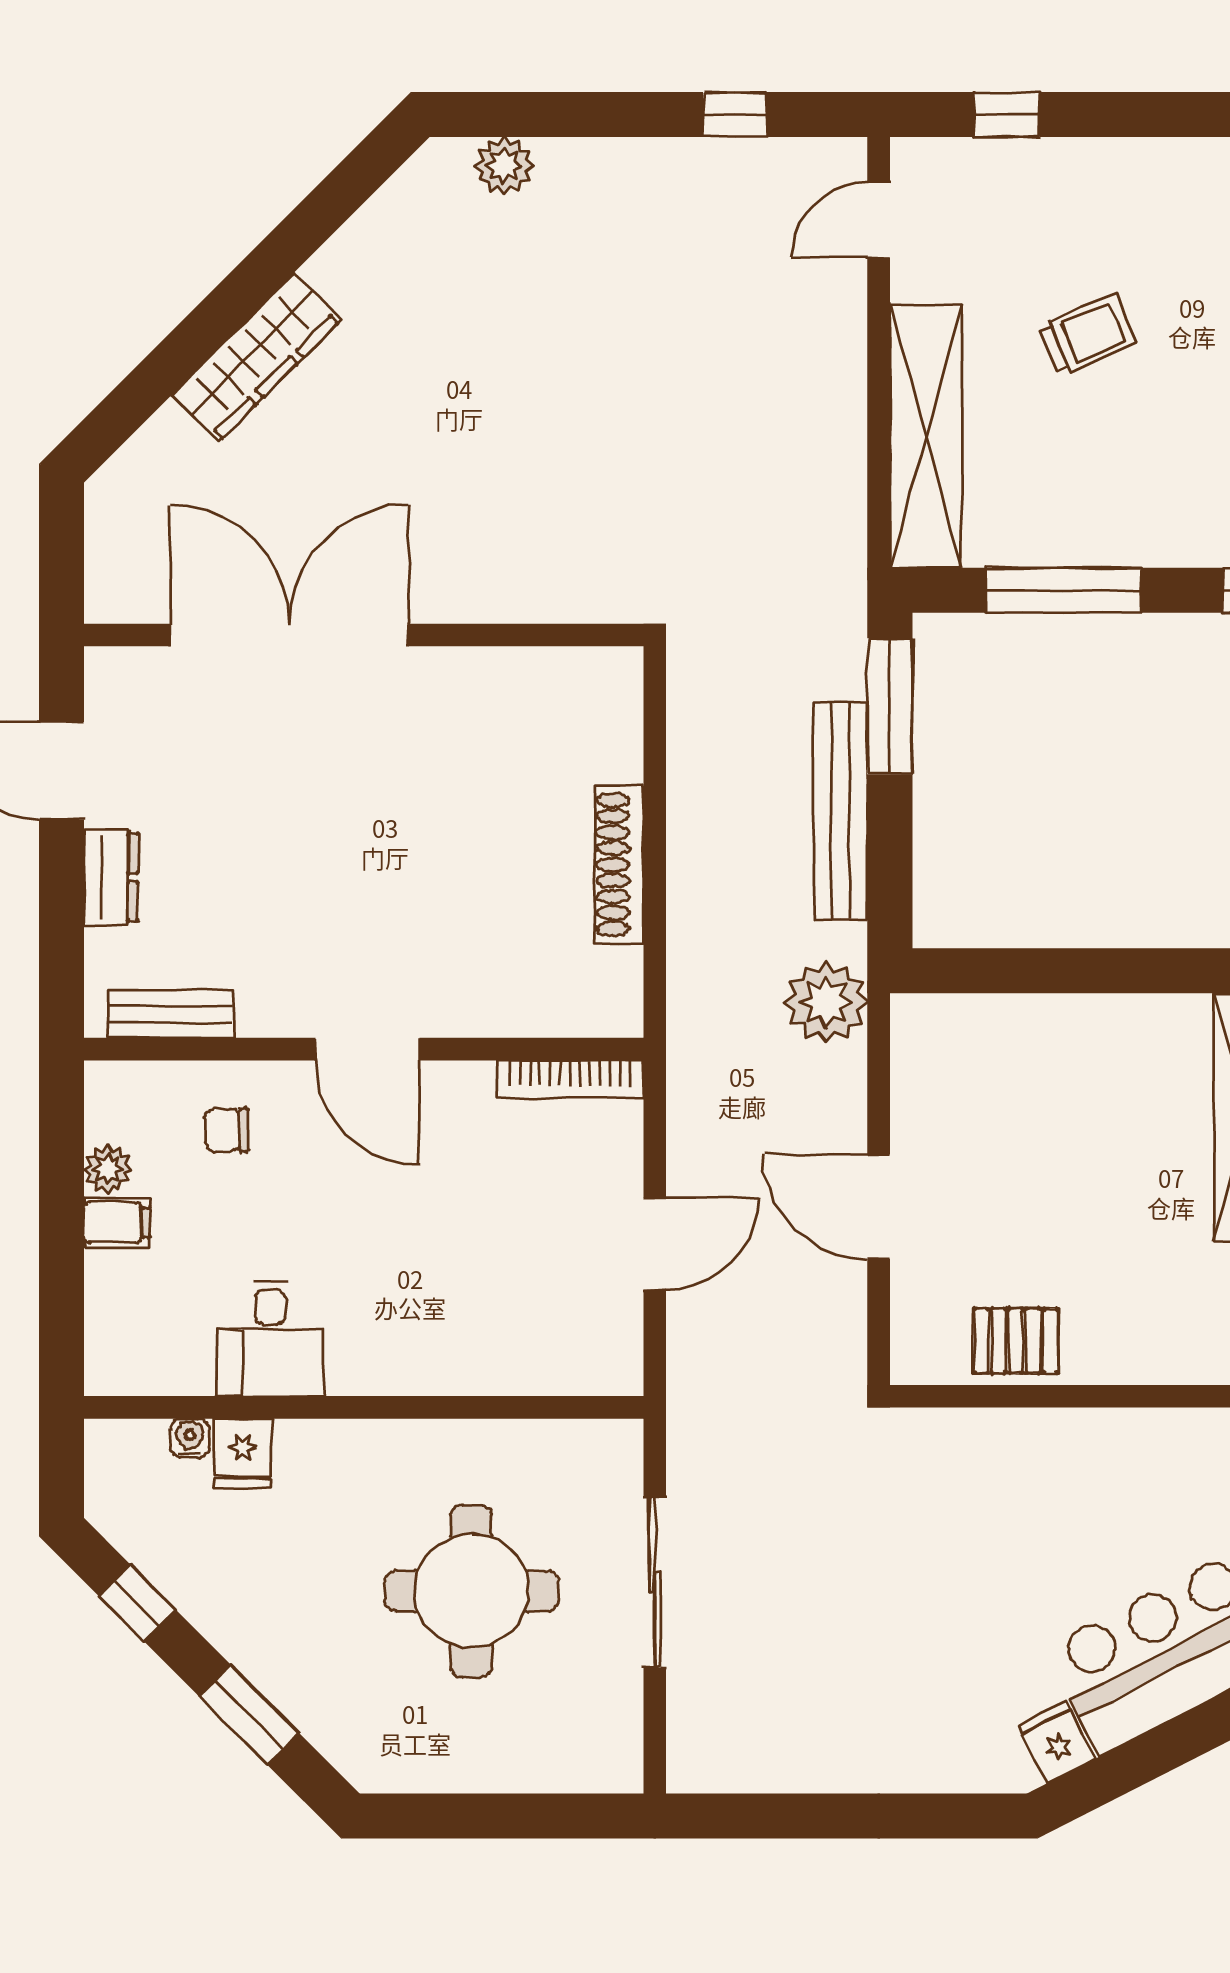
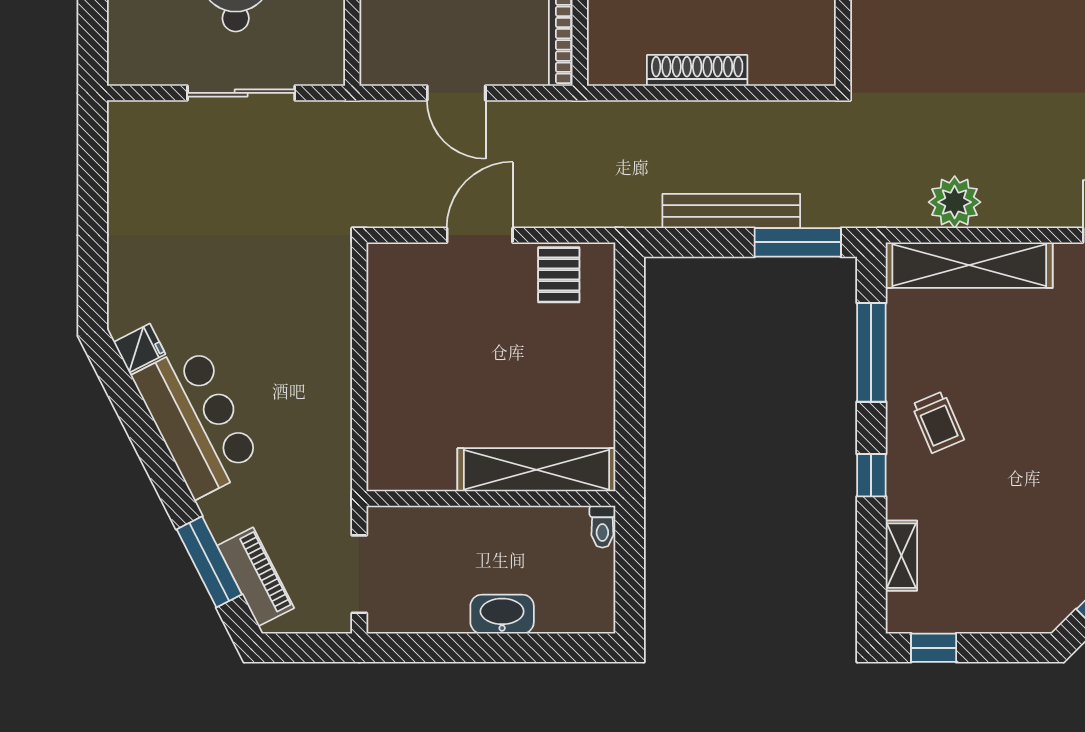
trolley: (1088, 335) -> (938, 422), moved
plant: (826, 1002) -> (955, 202), moved
pallet: (1016, 1341) -> (559, 275), moved

